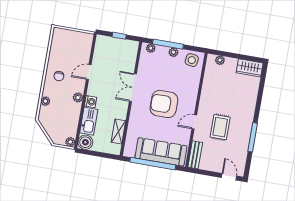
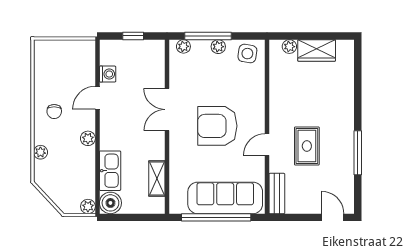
wardrobe: (250, 68) -> (317, 50), moved
washing machine: (91, 102) -> (108, 74), moved

